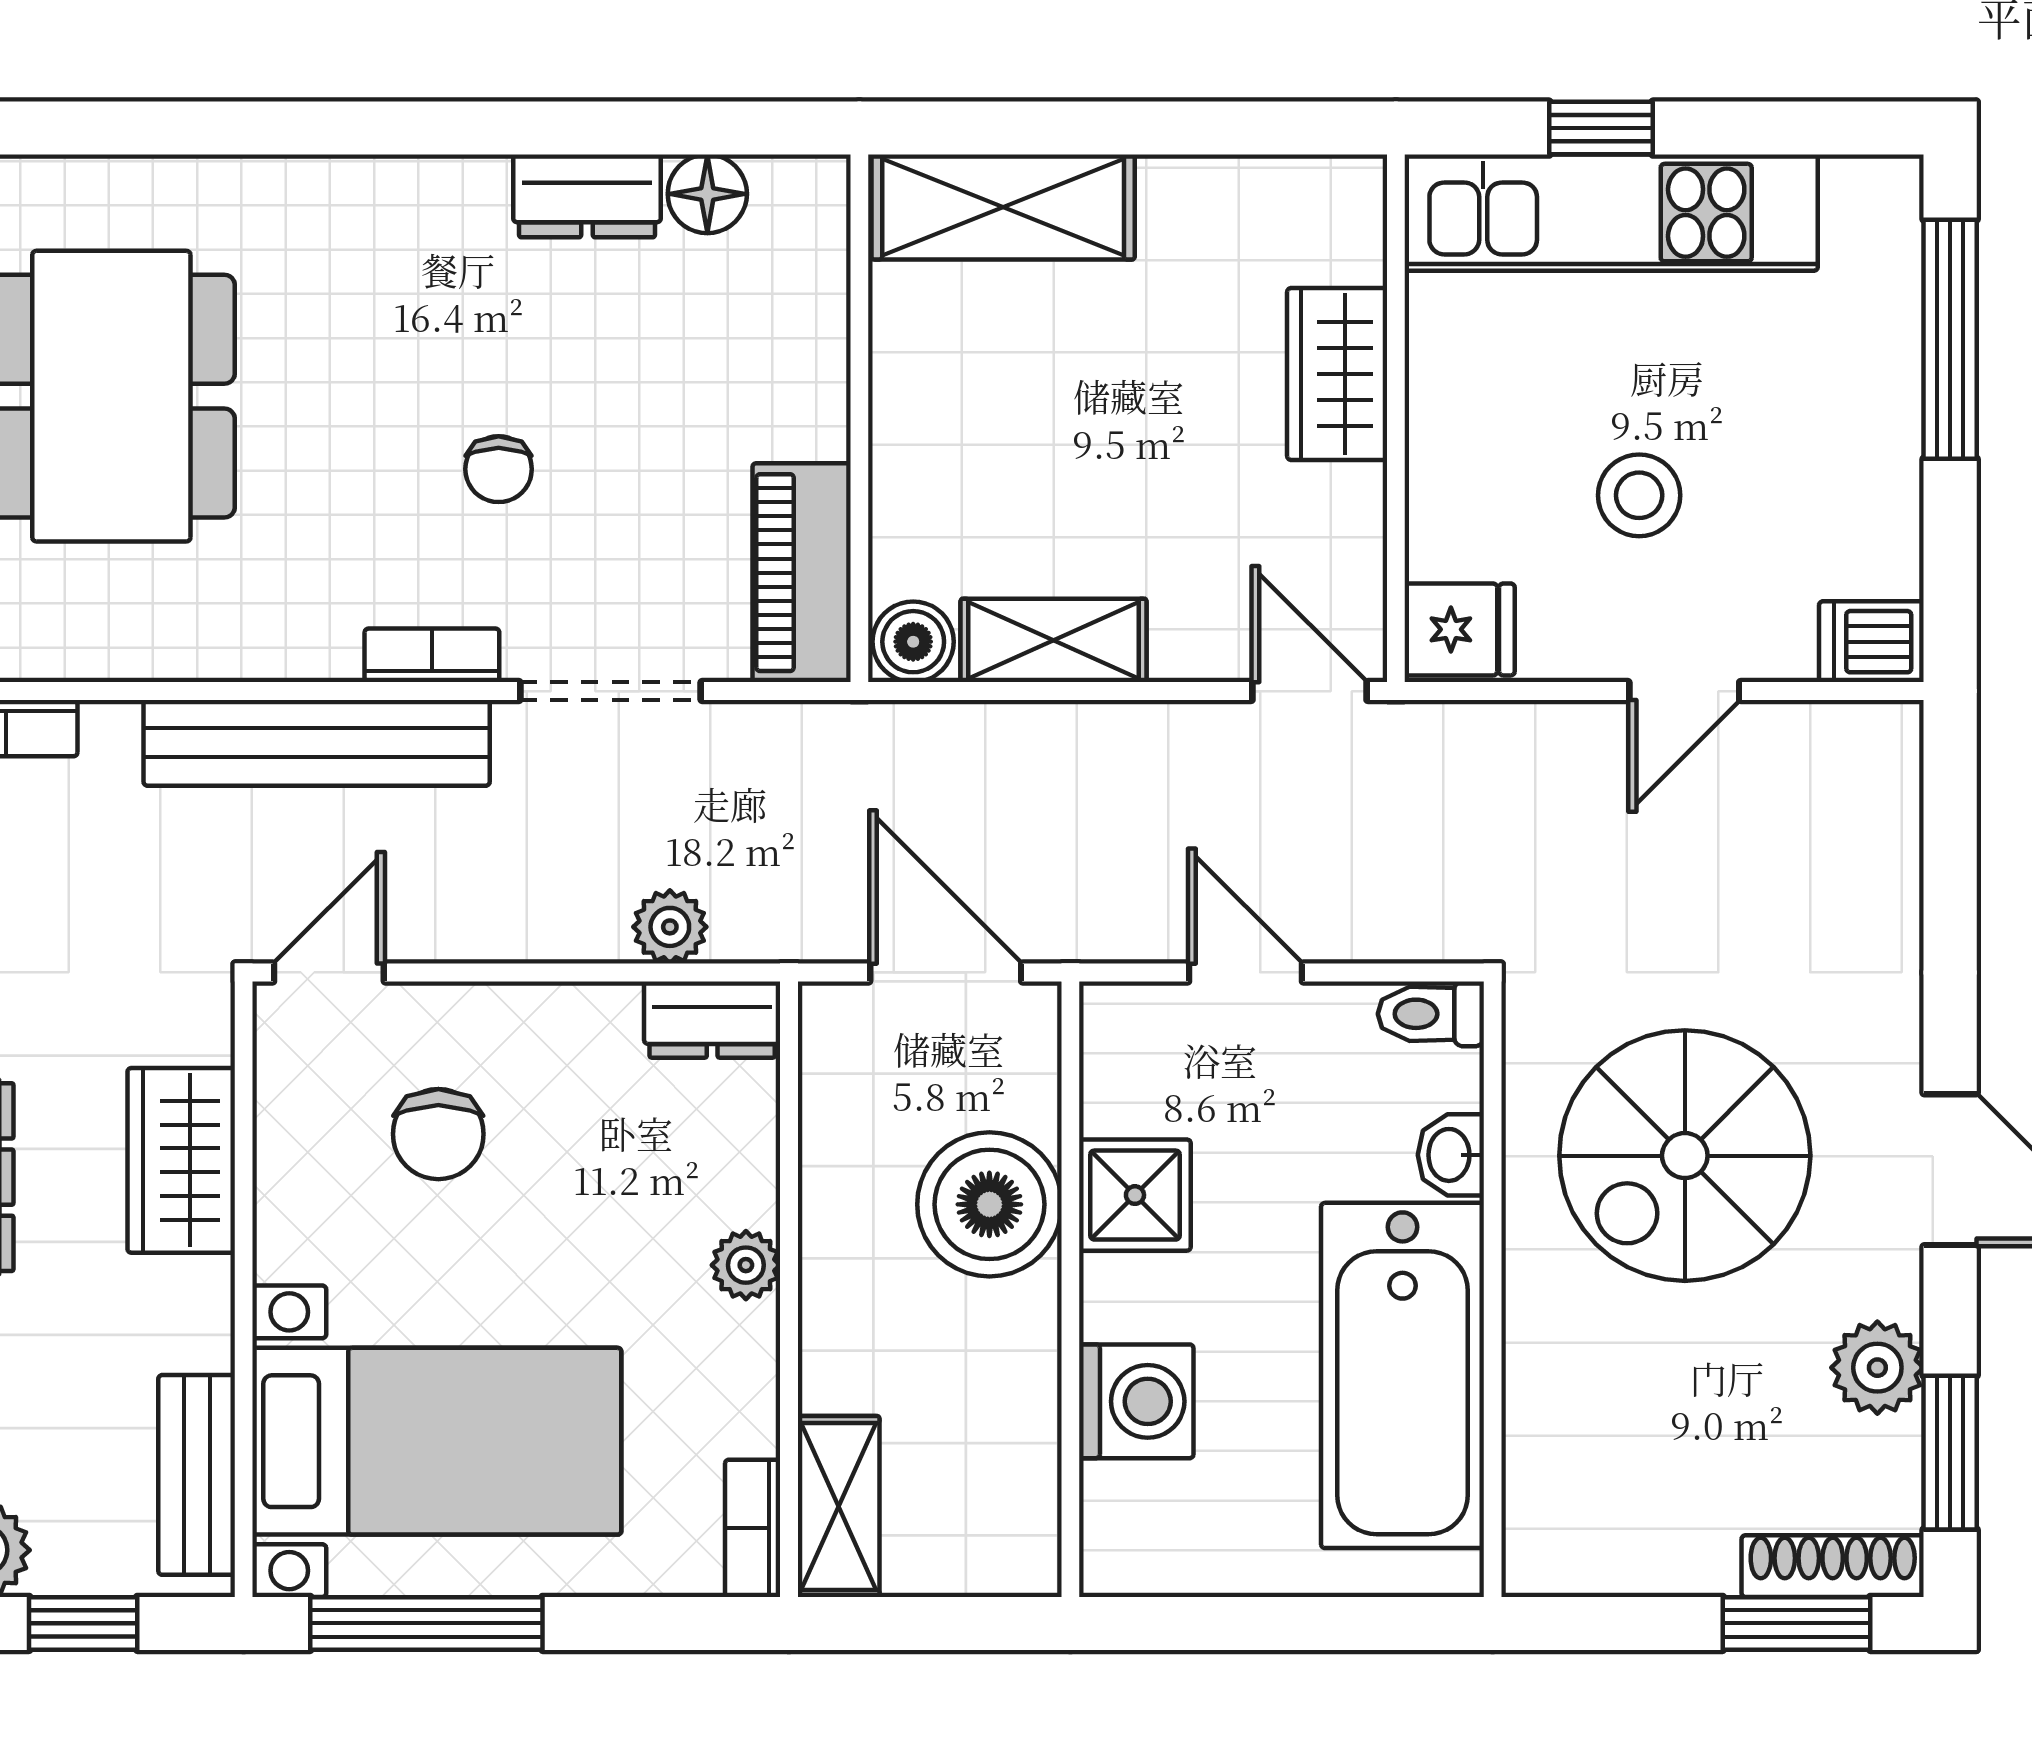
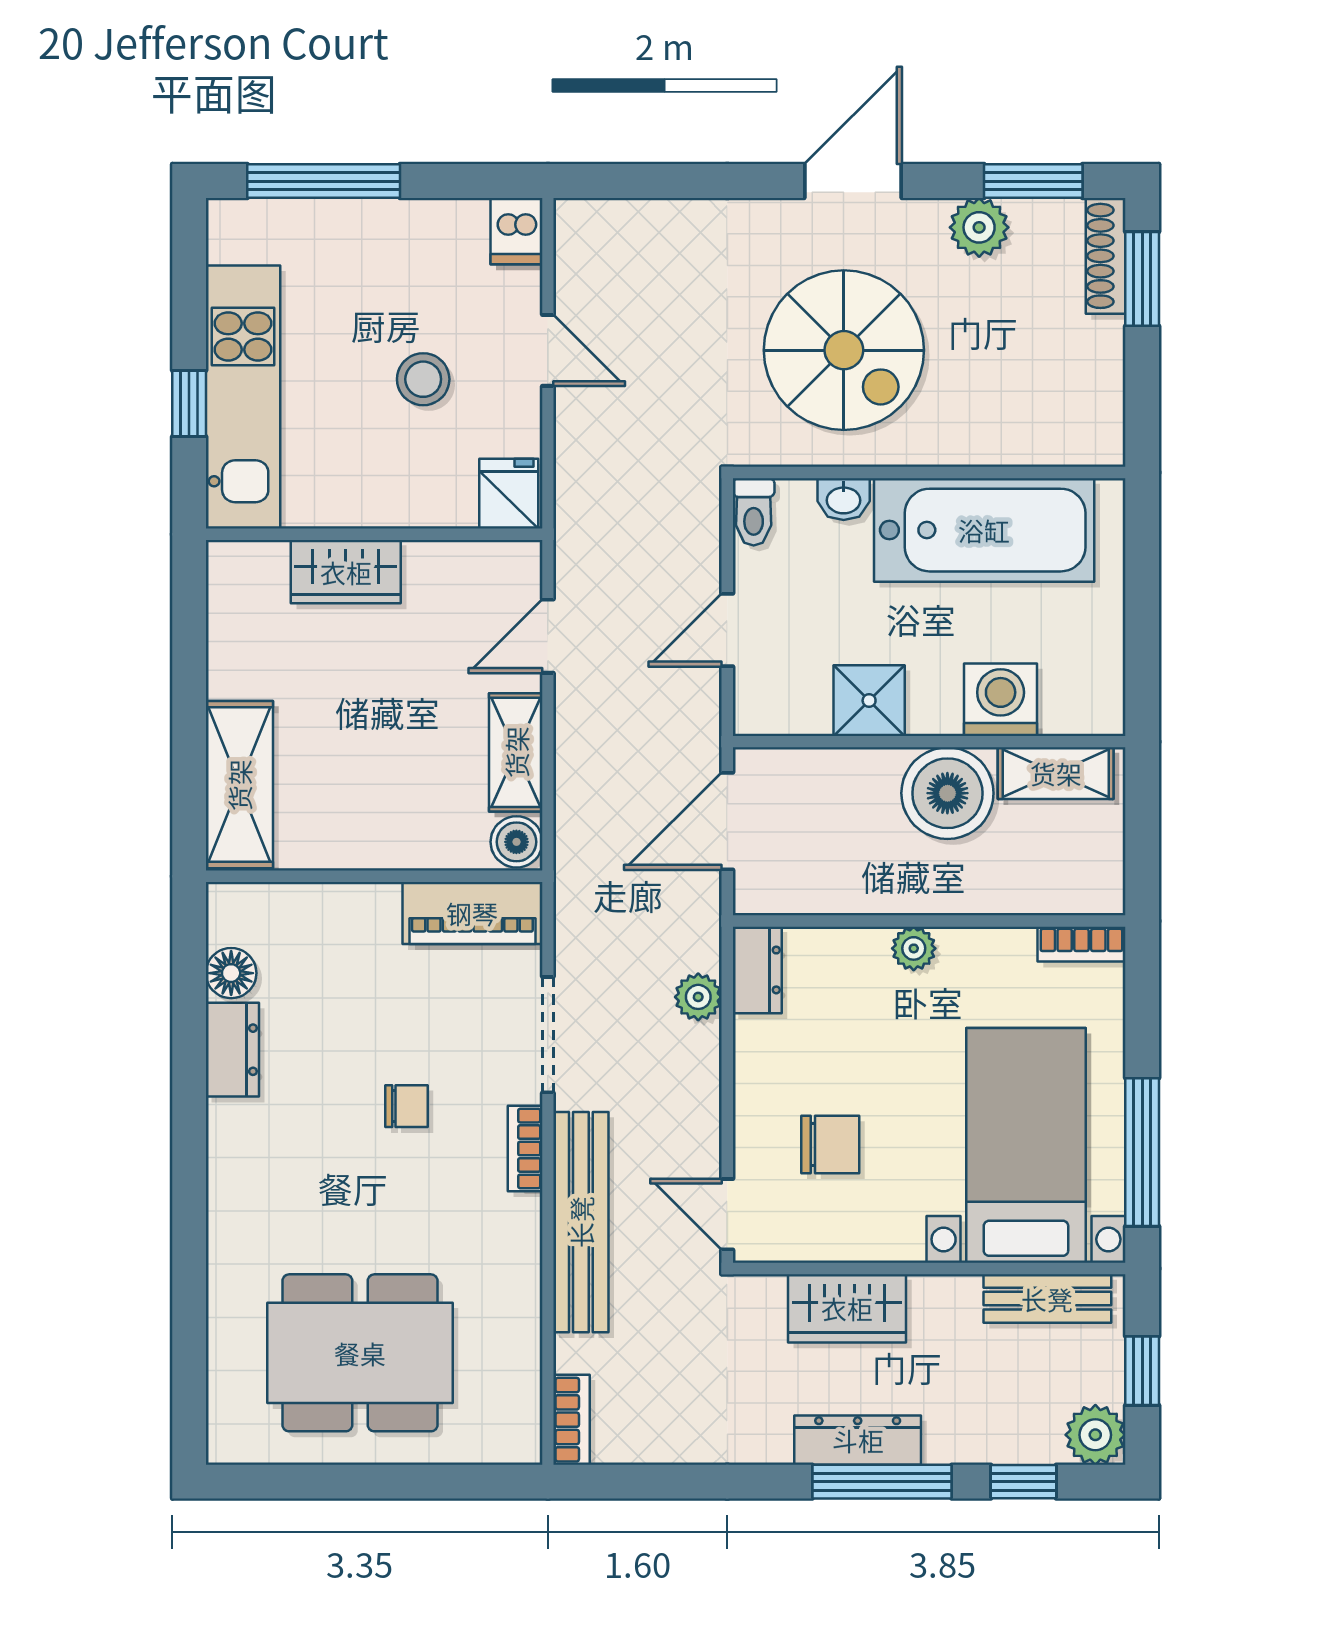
door: (1309, 691) -> (548, 636), moved
boiler: (989, 1204) -> (947, 793), moved
shelving: (839, 1506) -> (1056, 773), moved

